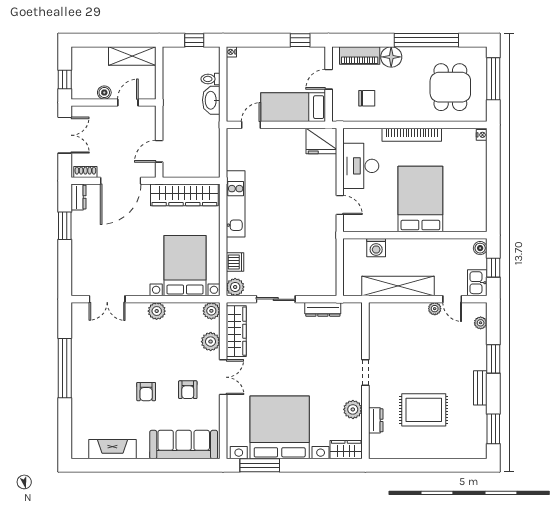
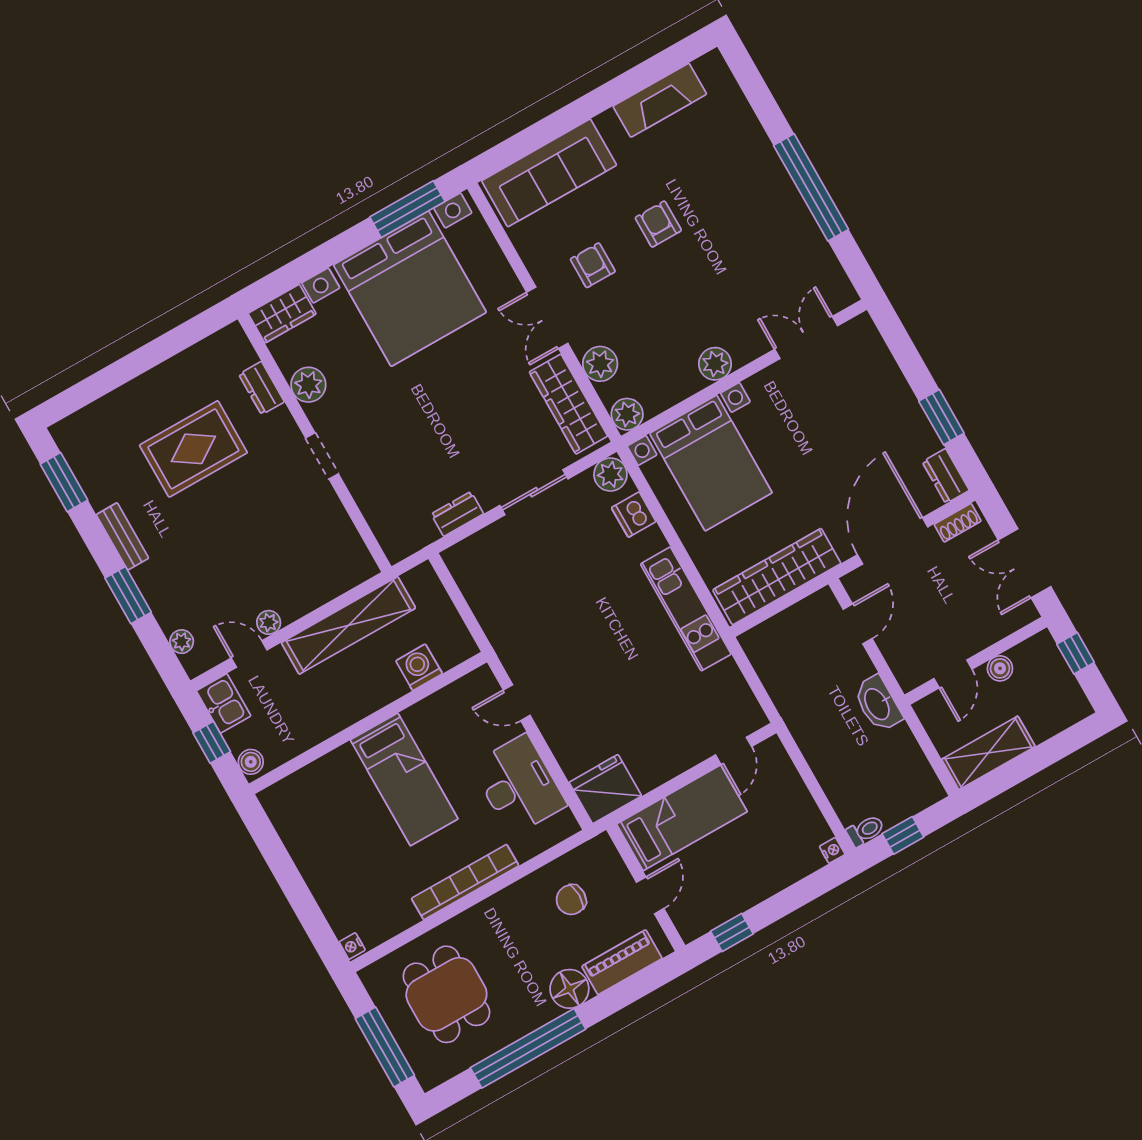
toilet: (210, 79) -> (866, 831), moved
washbasin: (211, 100) -> (878, 704), moved, turned 180
bed: (420, 199) -> (404, 779), width x0.67
dresser: (323, 309) -> (457, 514), width x0.70

